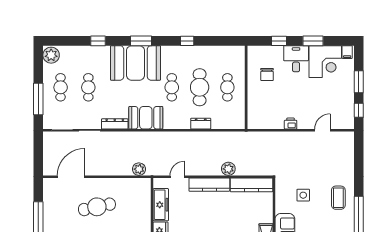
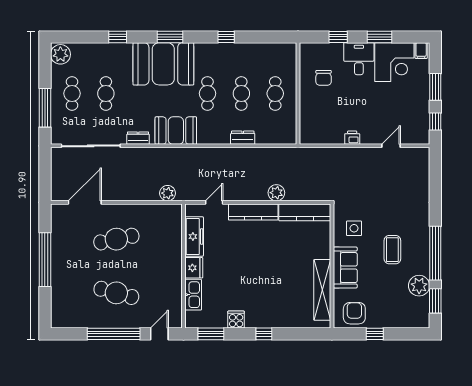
cafe table: (200, 87) -> (241, 93), width x0.73, depth x0.74
dresser: (115, 124) -> (138, 138), width x0.70
side table: (303, 195) -> (354, 228), moved
coffee table: (338, 198) -> (392, 250), moved

